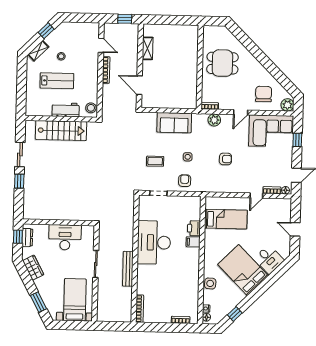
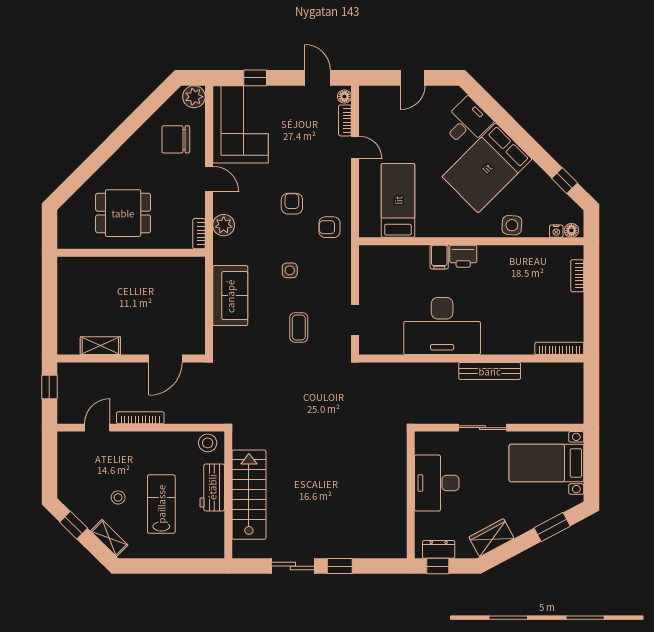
dining table: (222, 63) -> (123, 213), turned 90
armchair: (185, 181) -> (329, 227), moved
printer: (194, 228) -> (463, 256), moved

